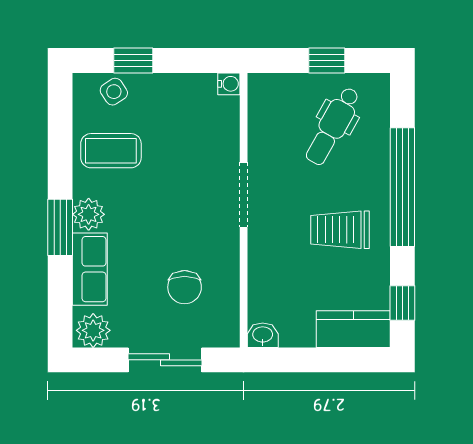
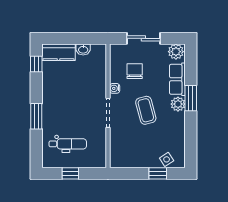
water cooler: (229, 84) -> (115, 88), moved
dental chair: (333, 126) -> (68, 144), turned 61
coffee table: (111, 151) -> (146, 110), moved, turned 75
window: (402, 187) -> (36, 116), width x0.47
trolley: (340, 230) -> (64, 97), removed
washbasin: (263, 335) -> (83, 49), moved

